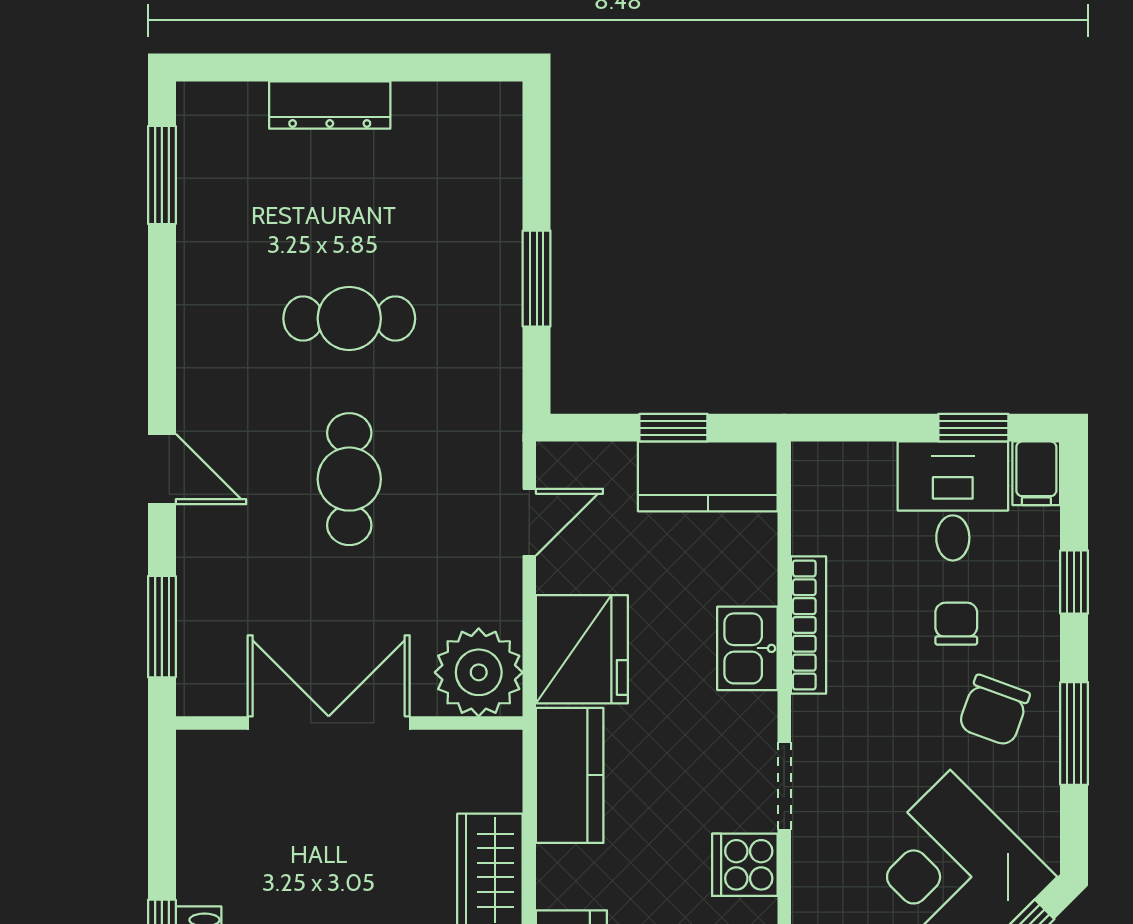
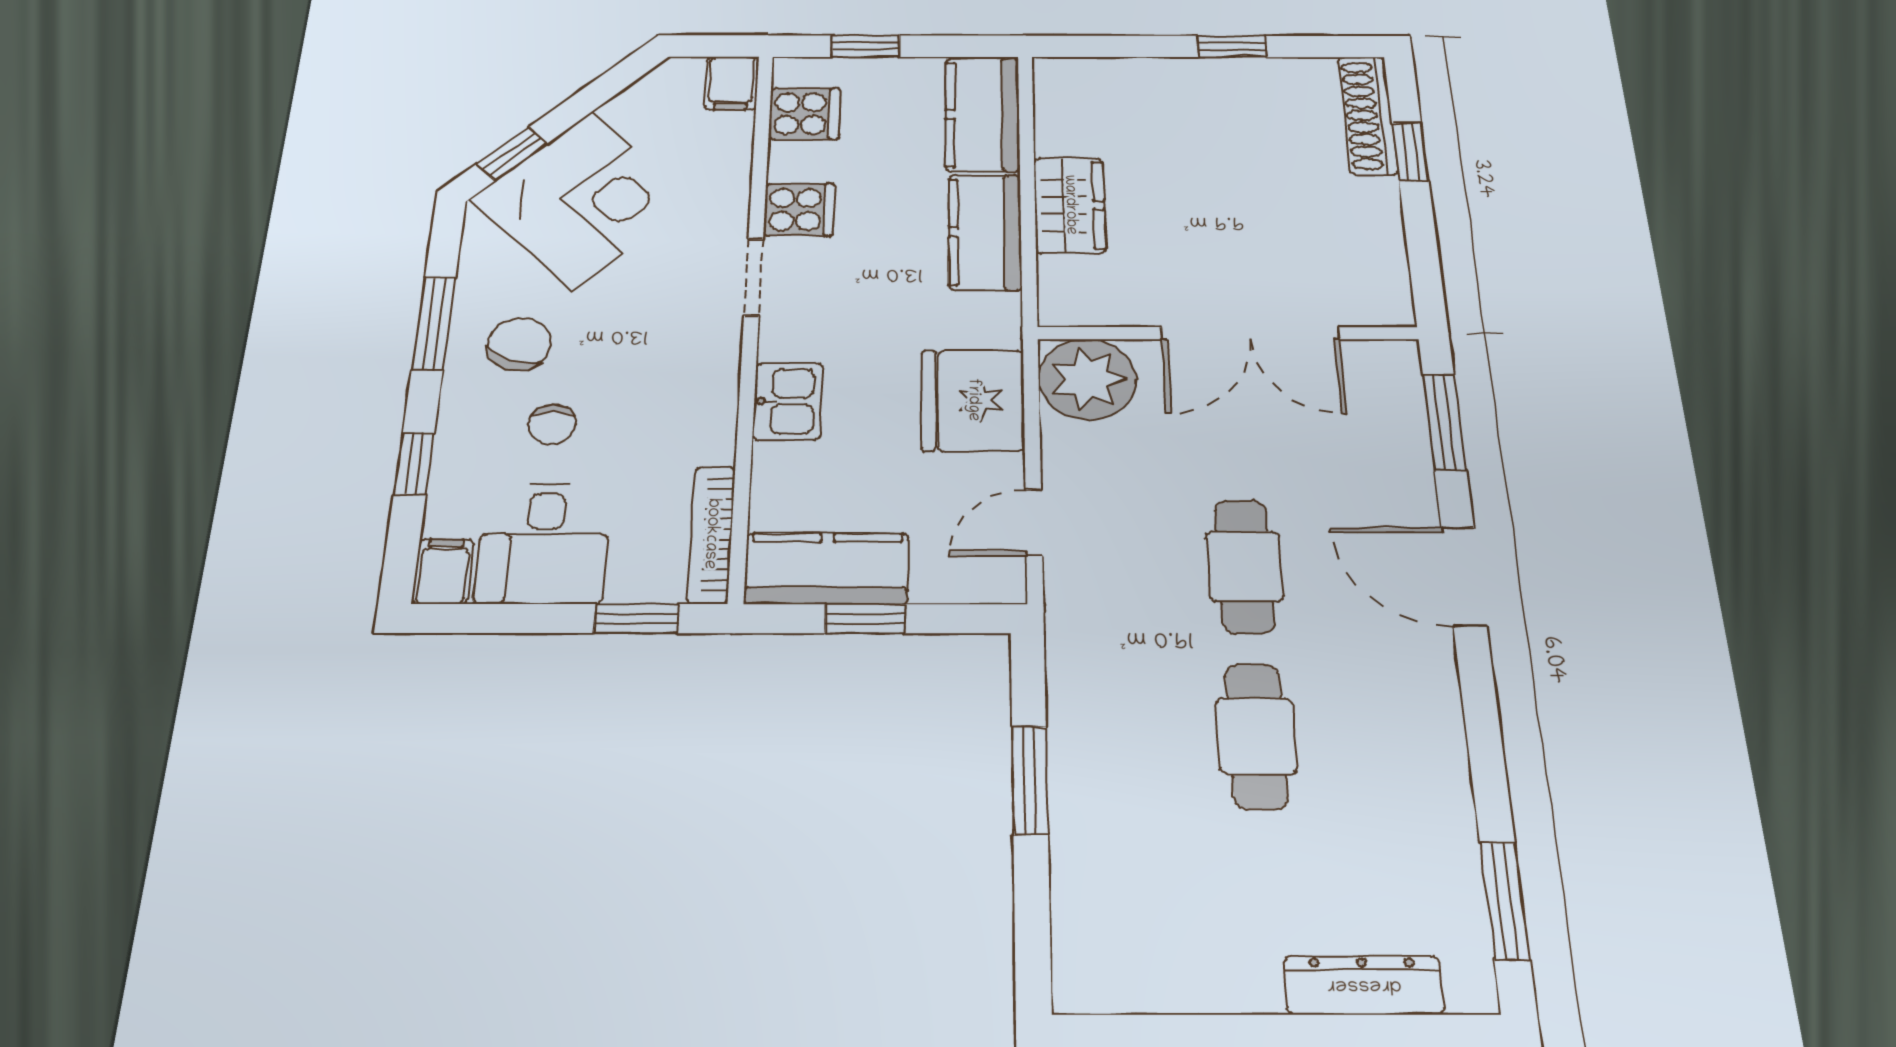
dresser: (330, 105) -> (1364, 985), moved
cafe table: (349, 318) -> (1257, 736), turned 90
window: (973, 428) -> (636, 619), moved
door: (162, 469) -> (1464, 576), width x1.38
bookcase: (808, 625) -> (711, 534), moved
kitchen counter: (570, 775) -> (985, 232), moved

